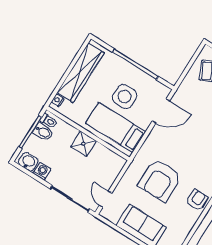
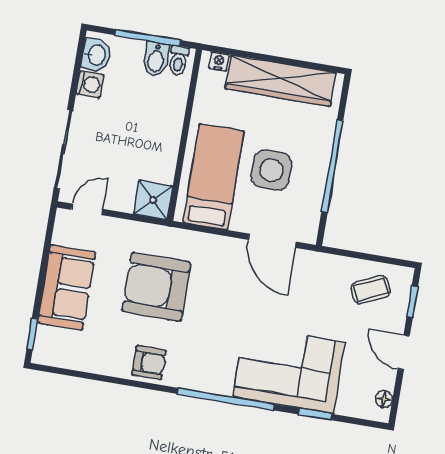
shower: (83, 144) -> (153, 200), moved

